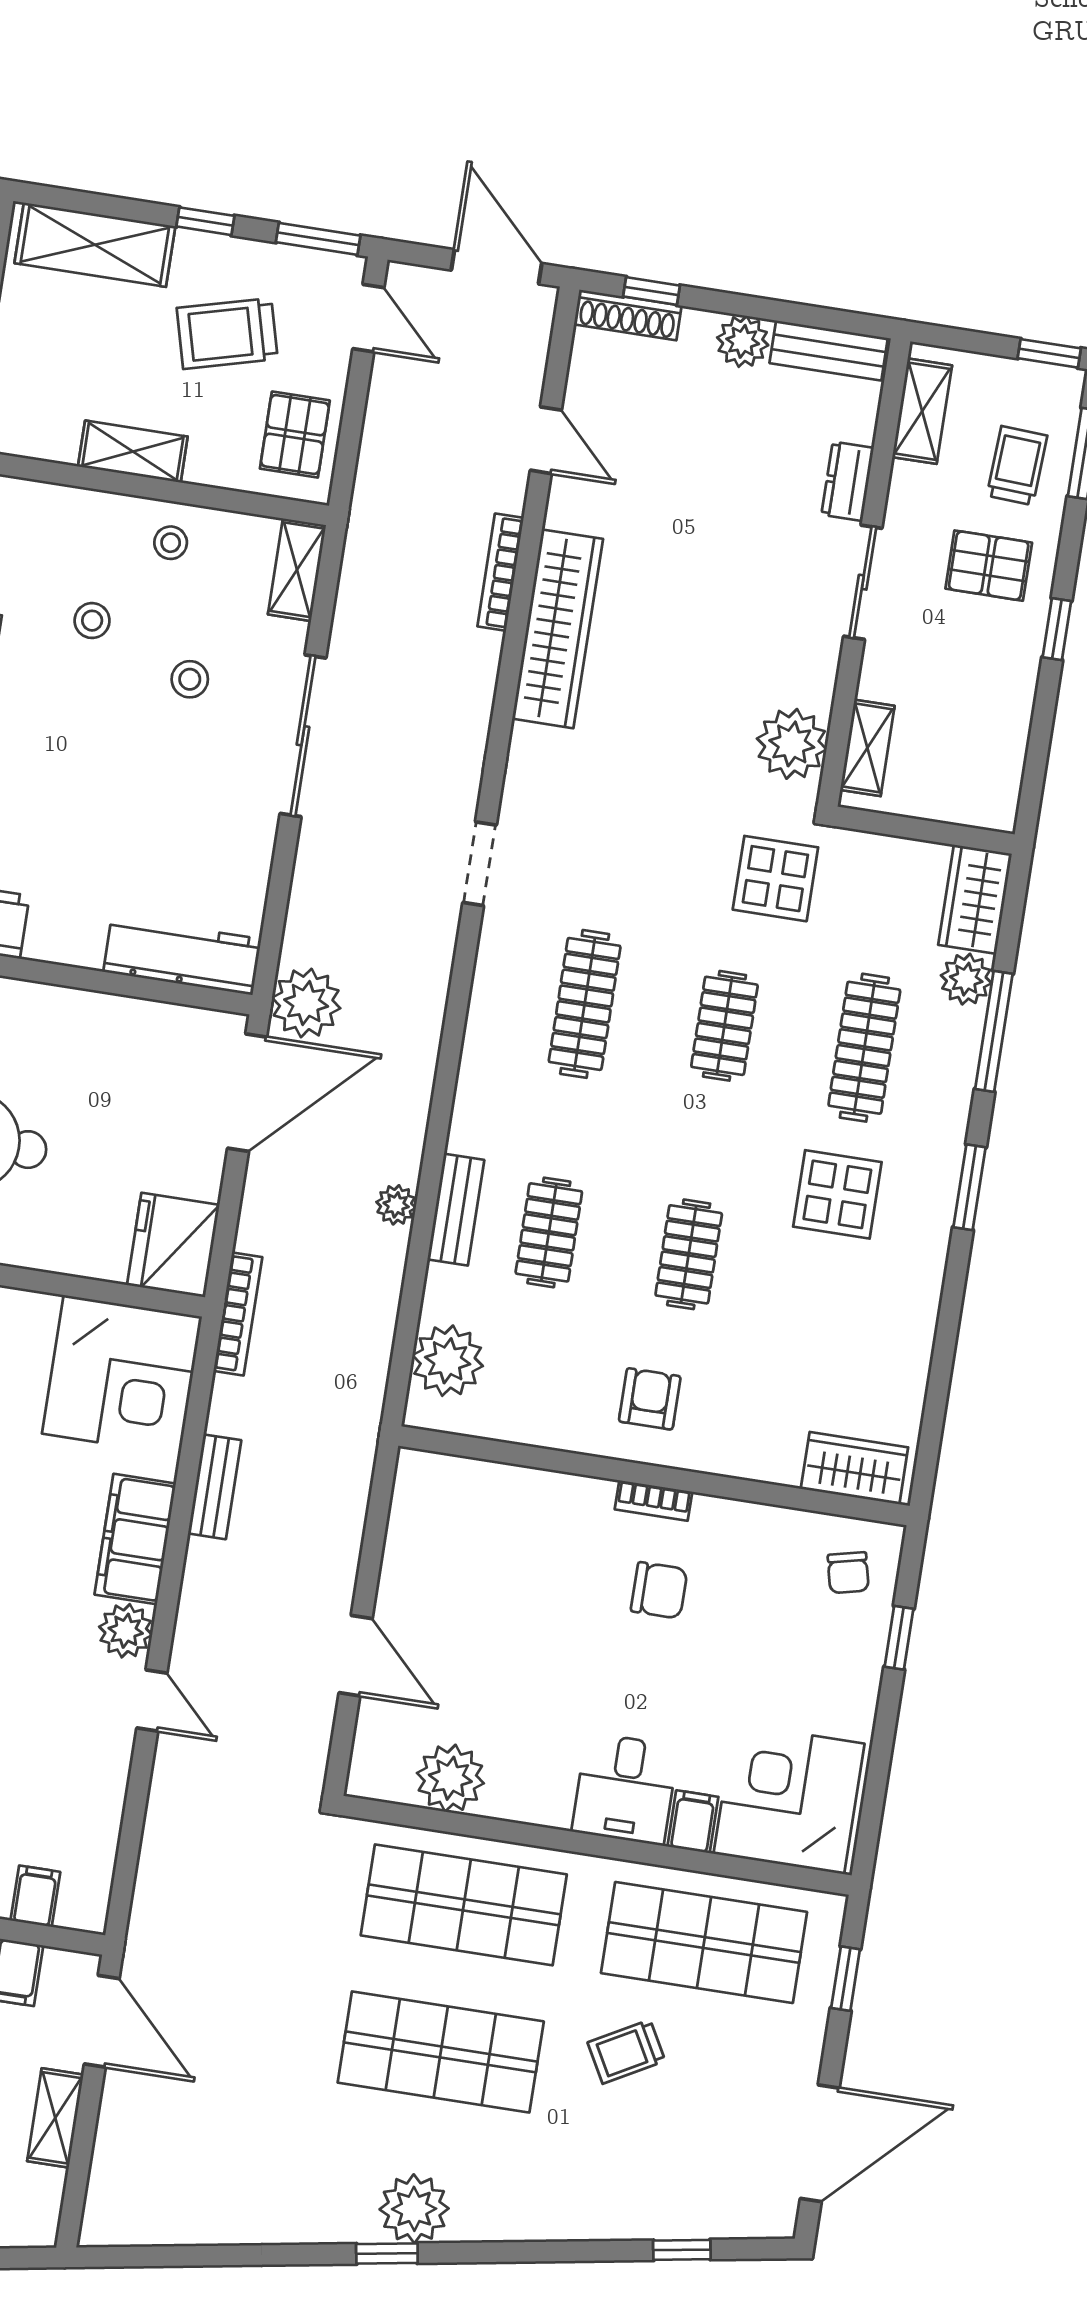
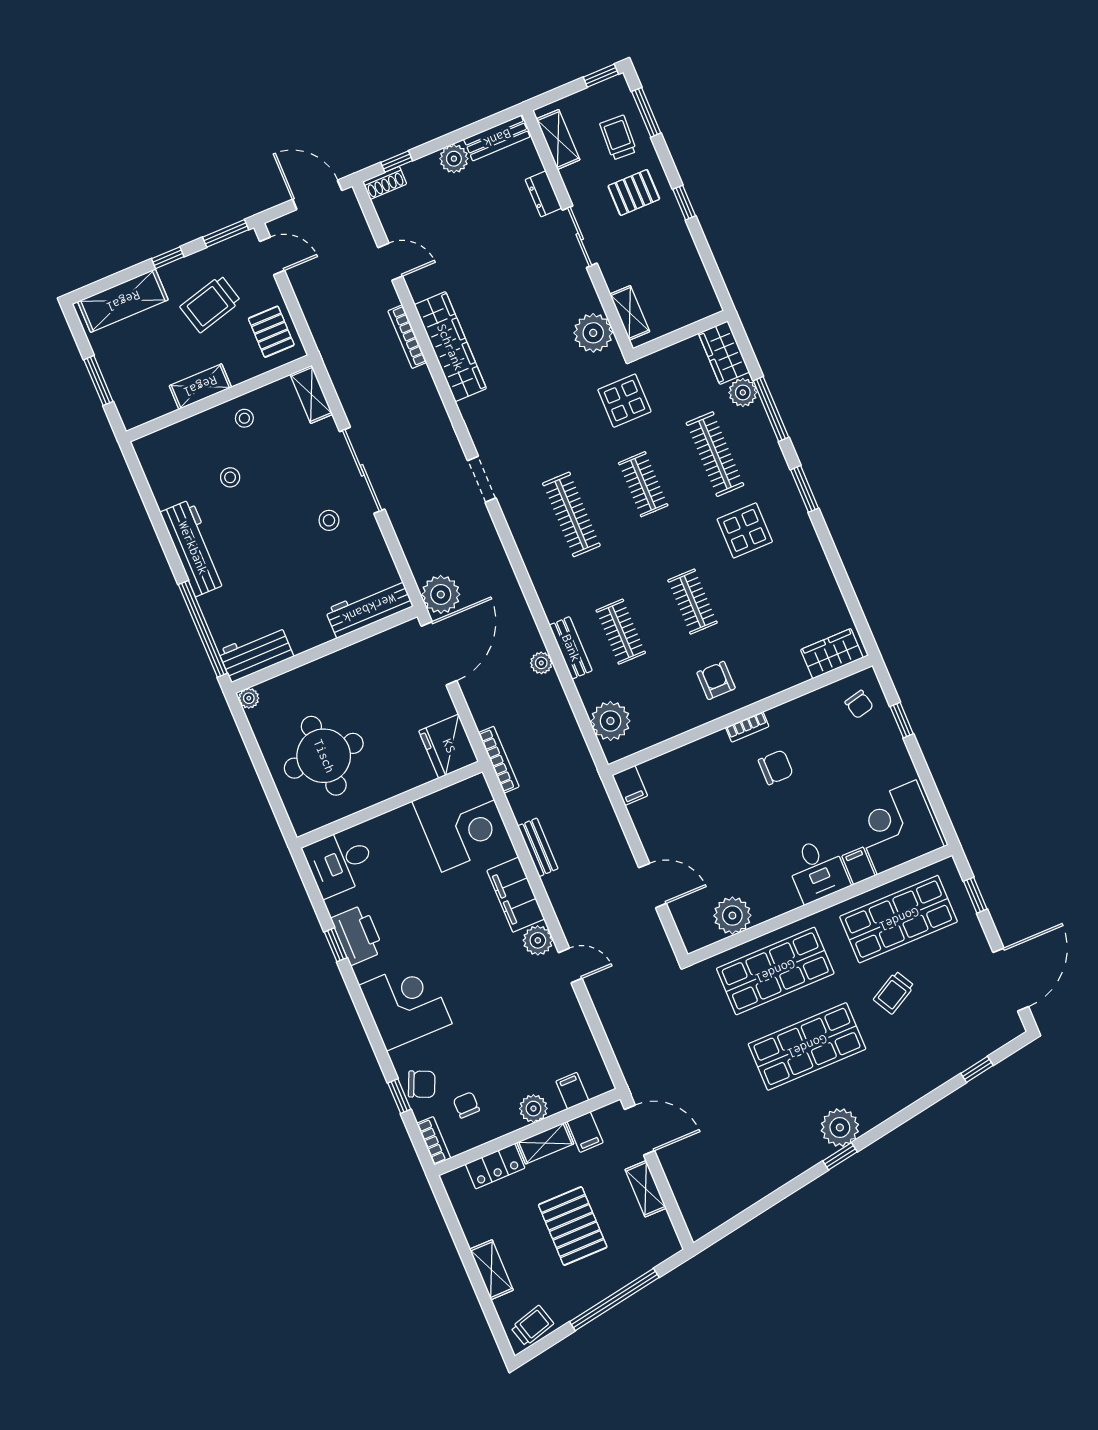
shoe rack: (628, 315) -> (385, 183), width x0.70
stool: (190, 679) -> (329, 520), moved
filing cabinet: (416, 1479) -> (630, 785), added

